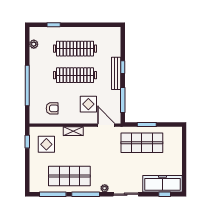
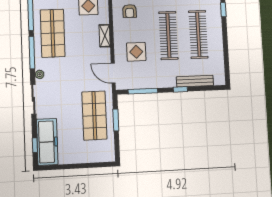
bench: (116, 73) -> (195, 81), moved
door: (106, 125) -> (113, 73), swing flipped

